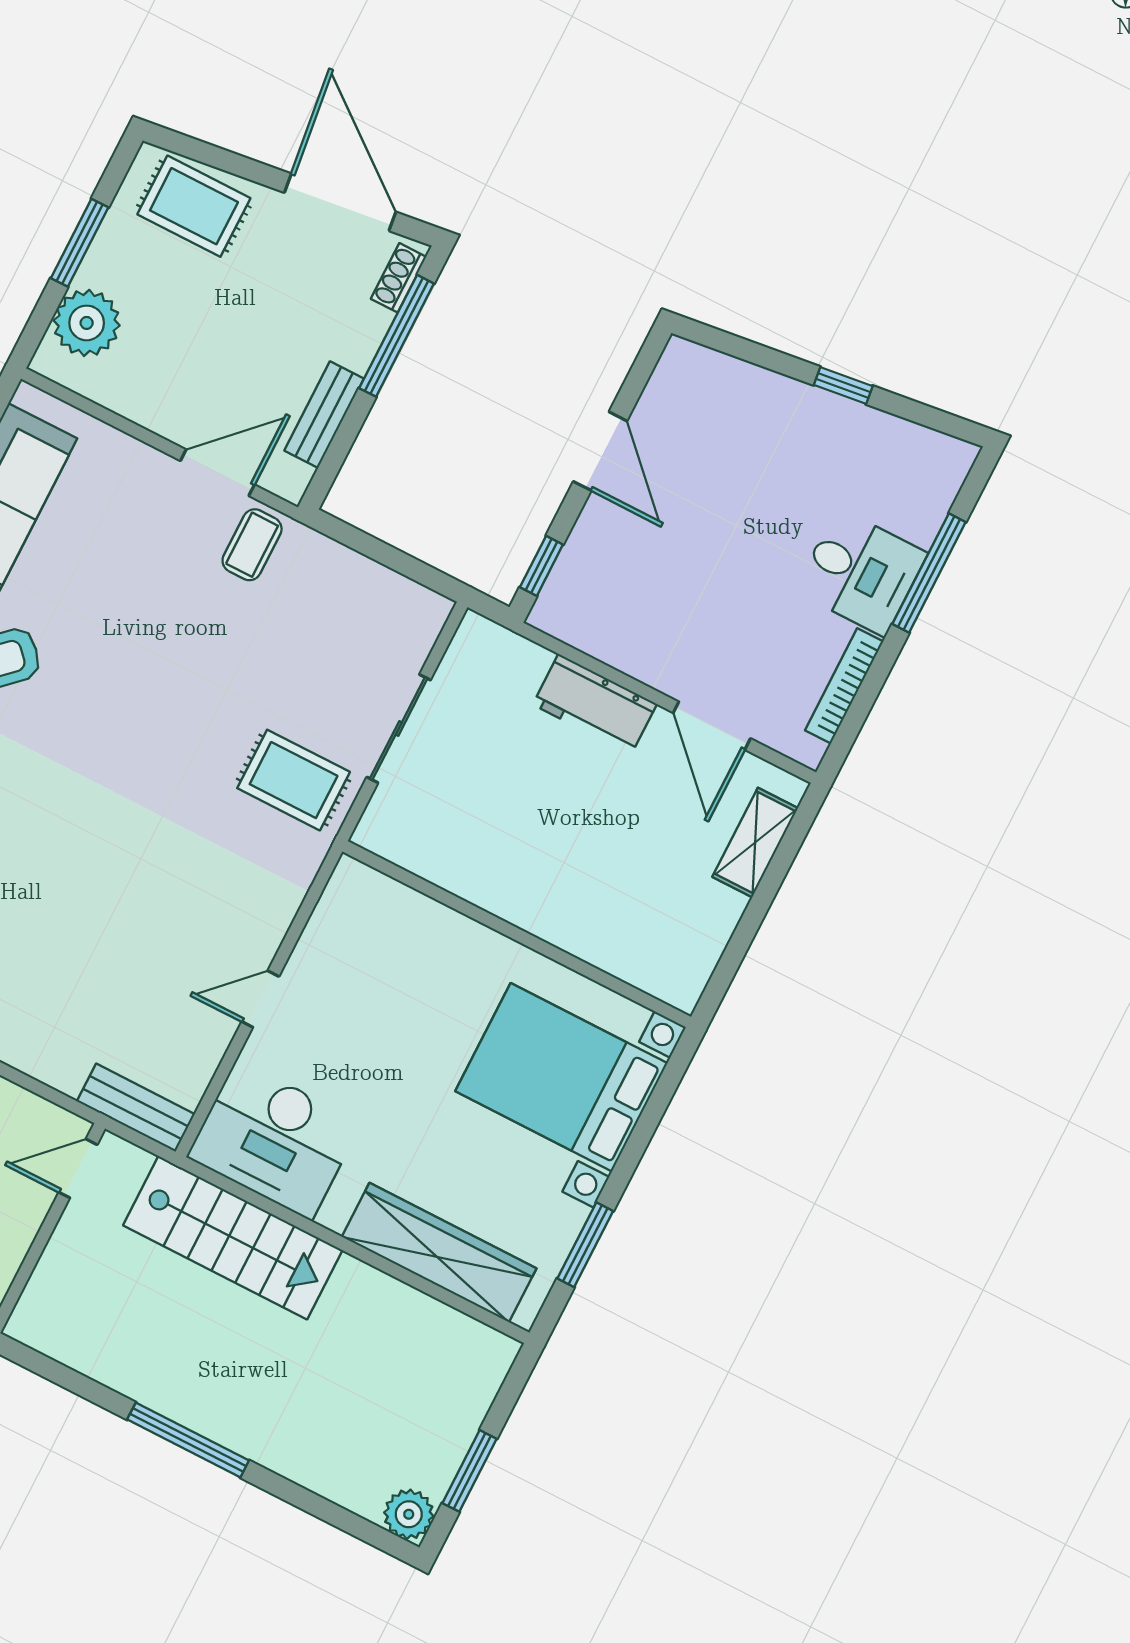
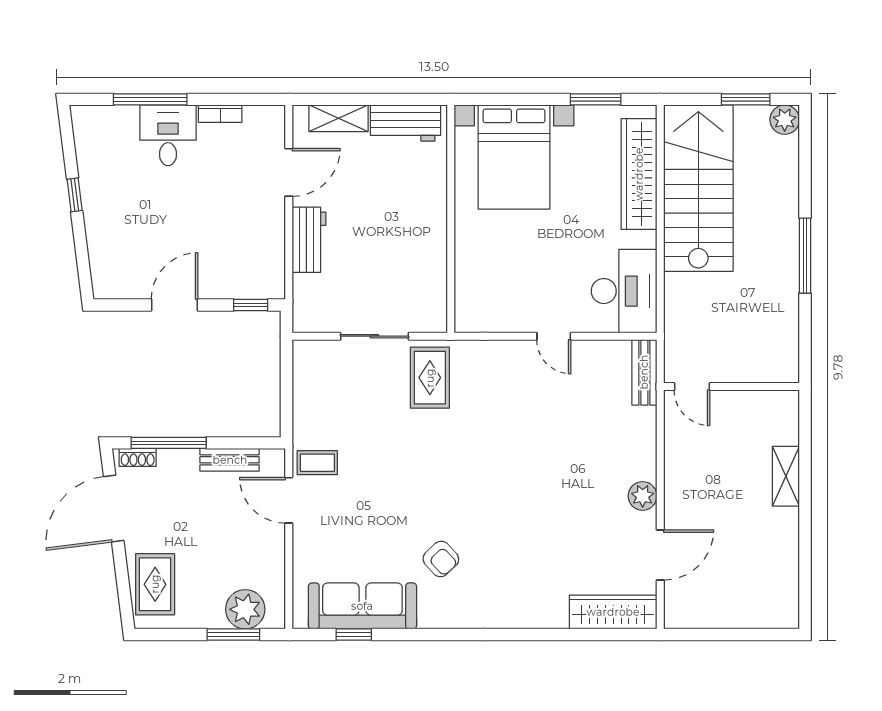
window: (80, 243) -> (233, 635), moved
bookcase: (844, 686) -> (220, 114), width x0.64
workbench: (696, 940) -> (405, 123), added
stairs: (233, 1238) -> (698, 188), moved, width x1.36, depth x1.51

